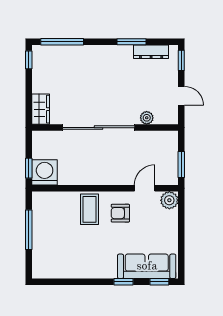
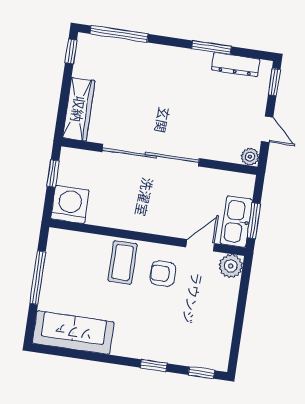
wardrobe: (41, 109) -> (79, 109), width x1.50
plant: (147, 118) -> (250, 157), moved
kitchen sink: (169, 167) -> (236, 222), added
window: (29, 168) -> (53, 173), moved
sofa: (147, 266) -> (73, 333), moved

